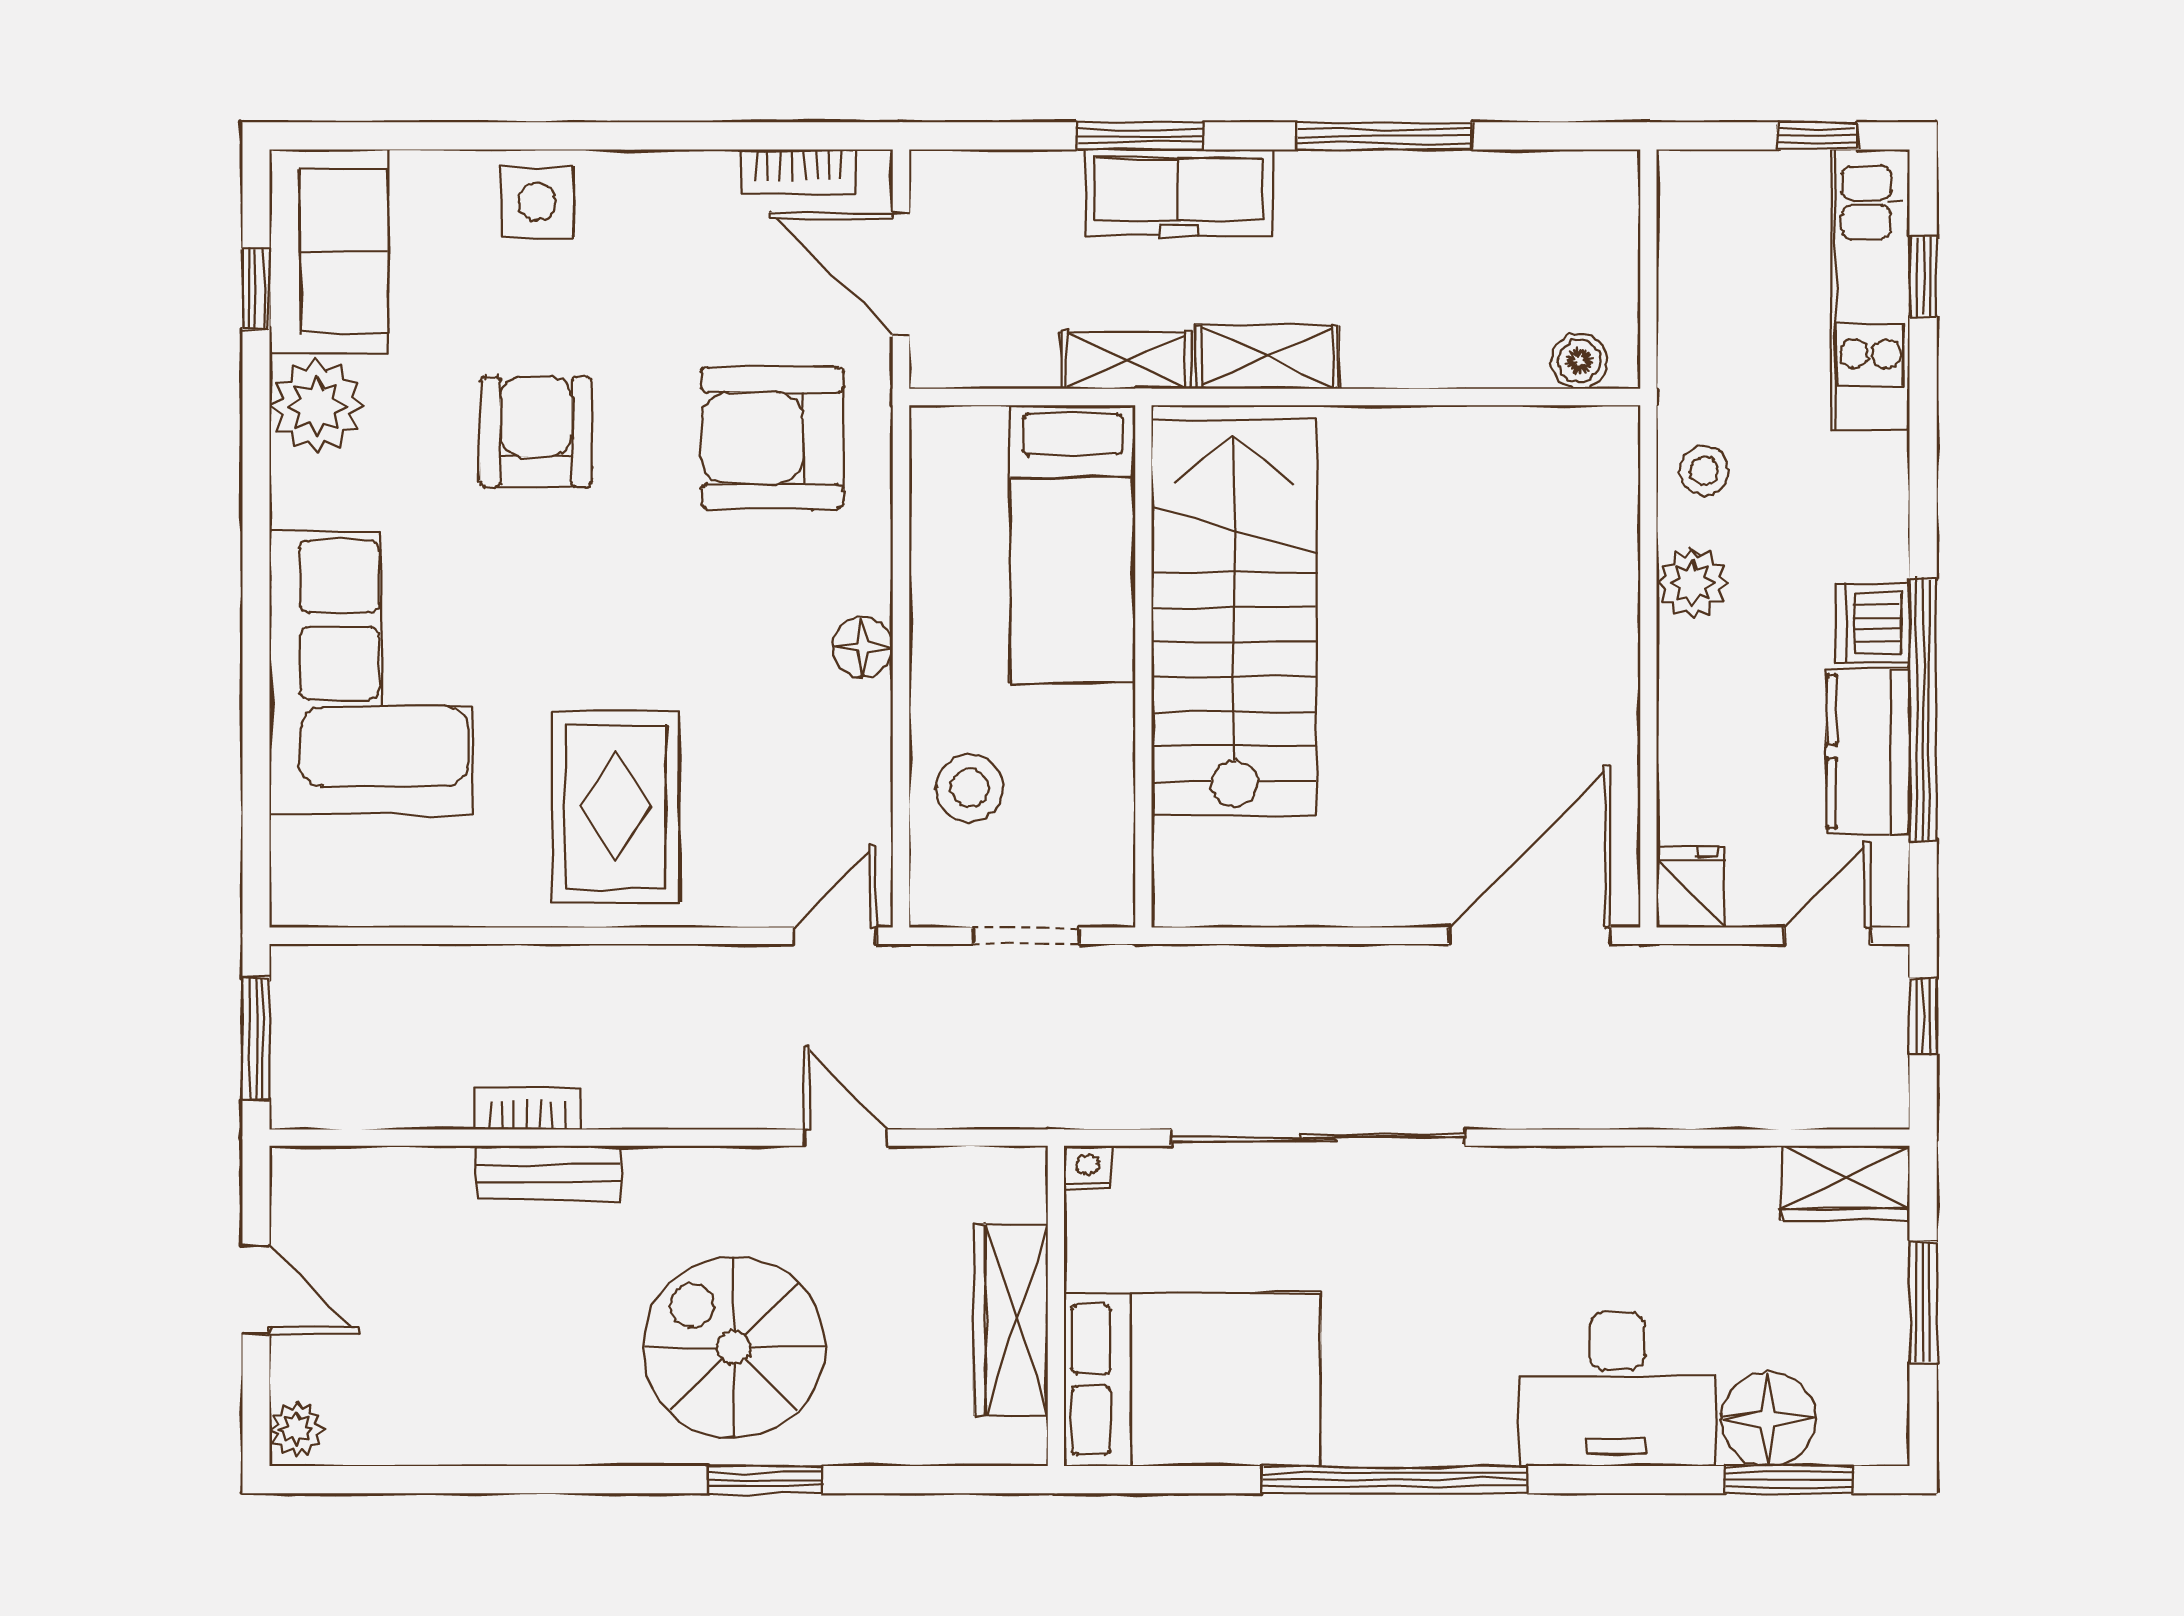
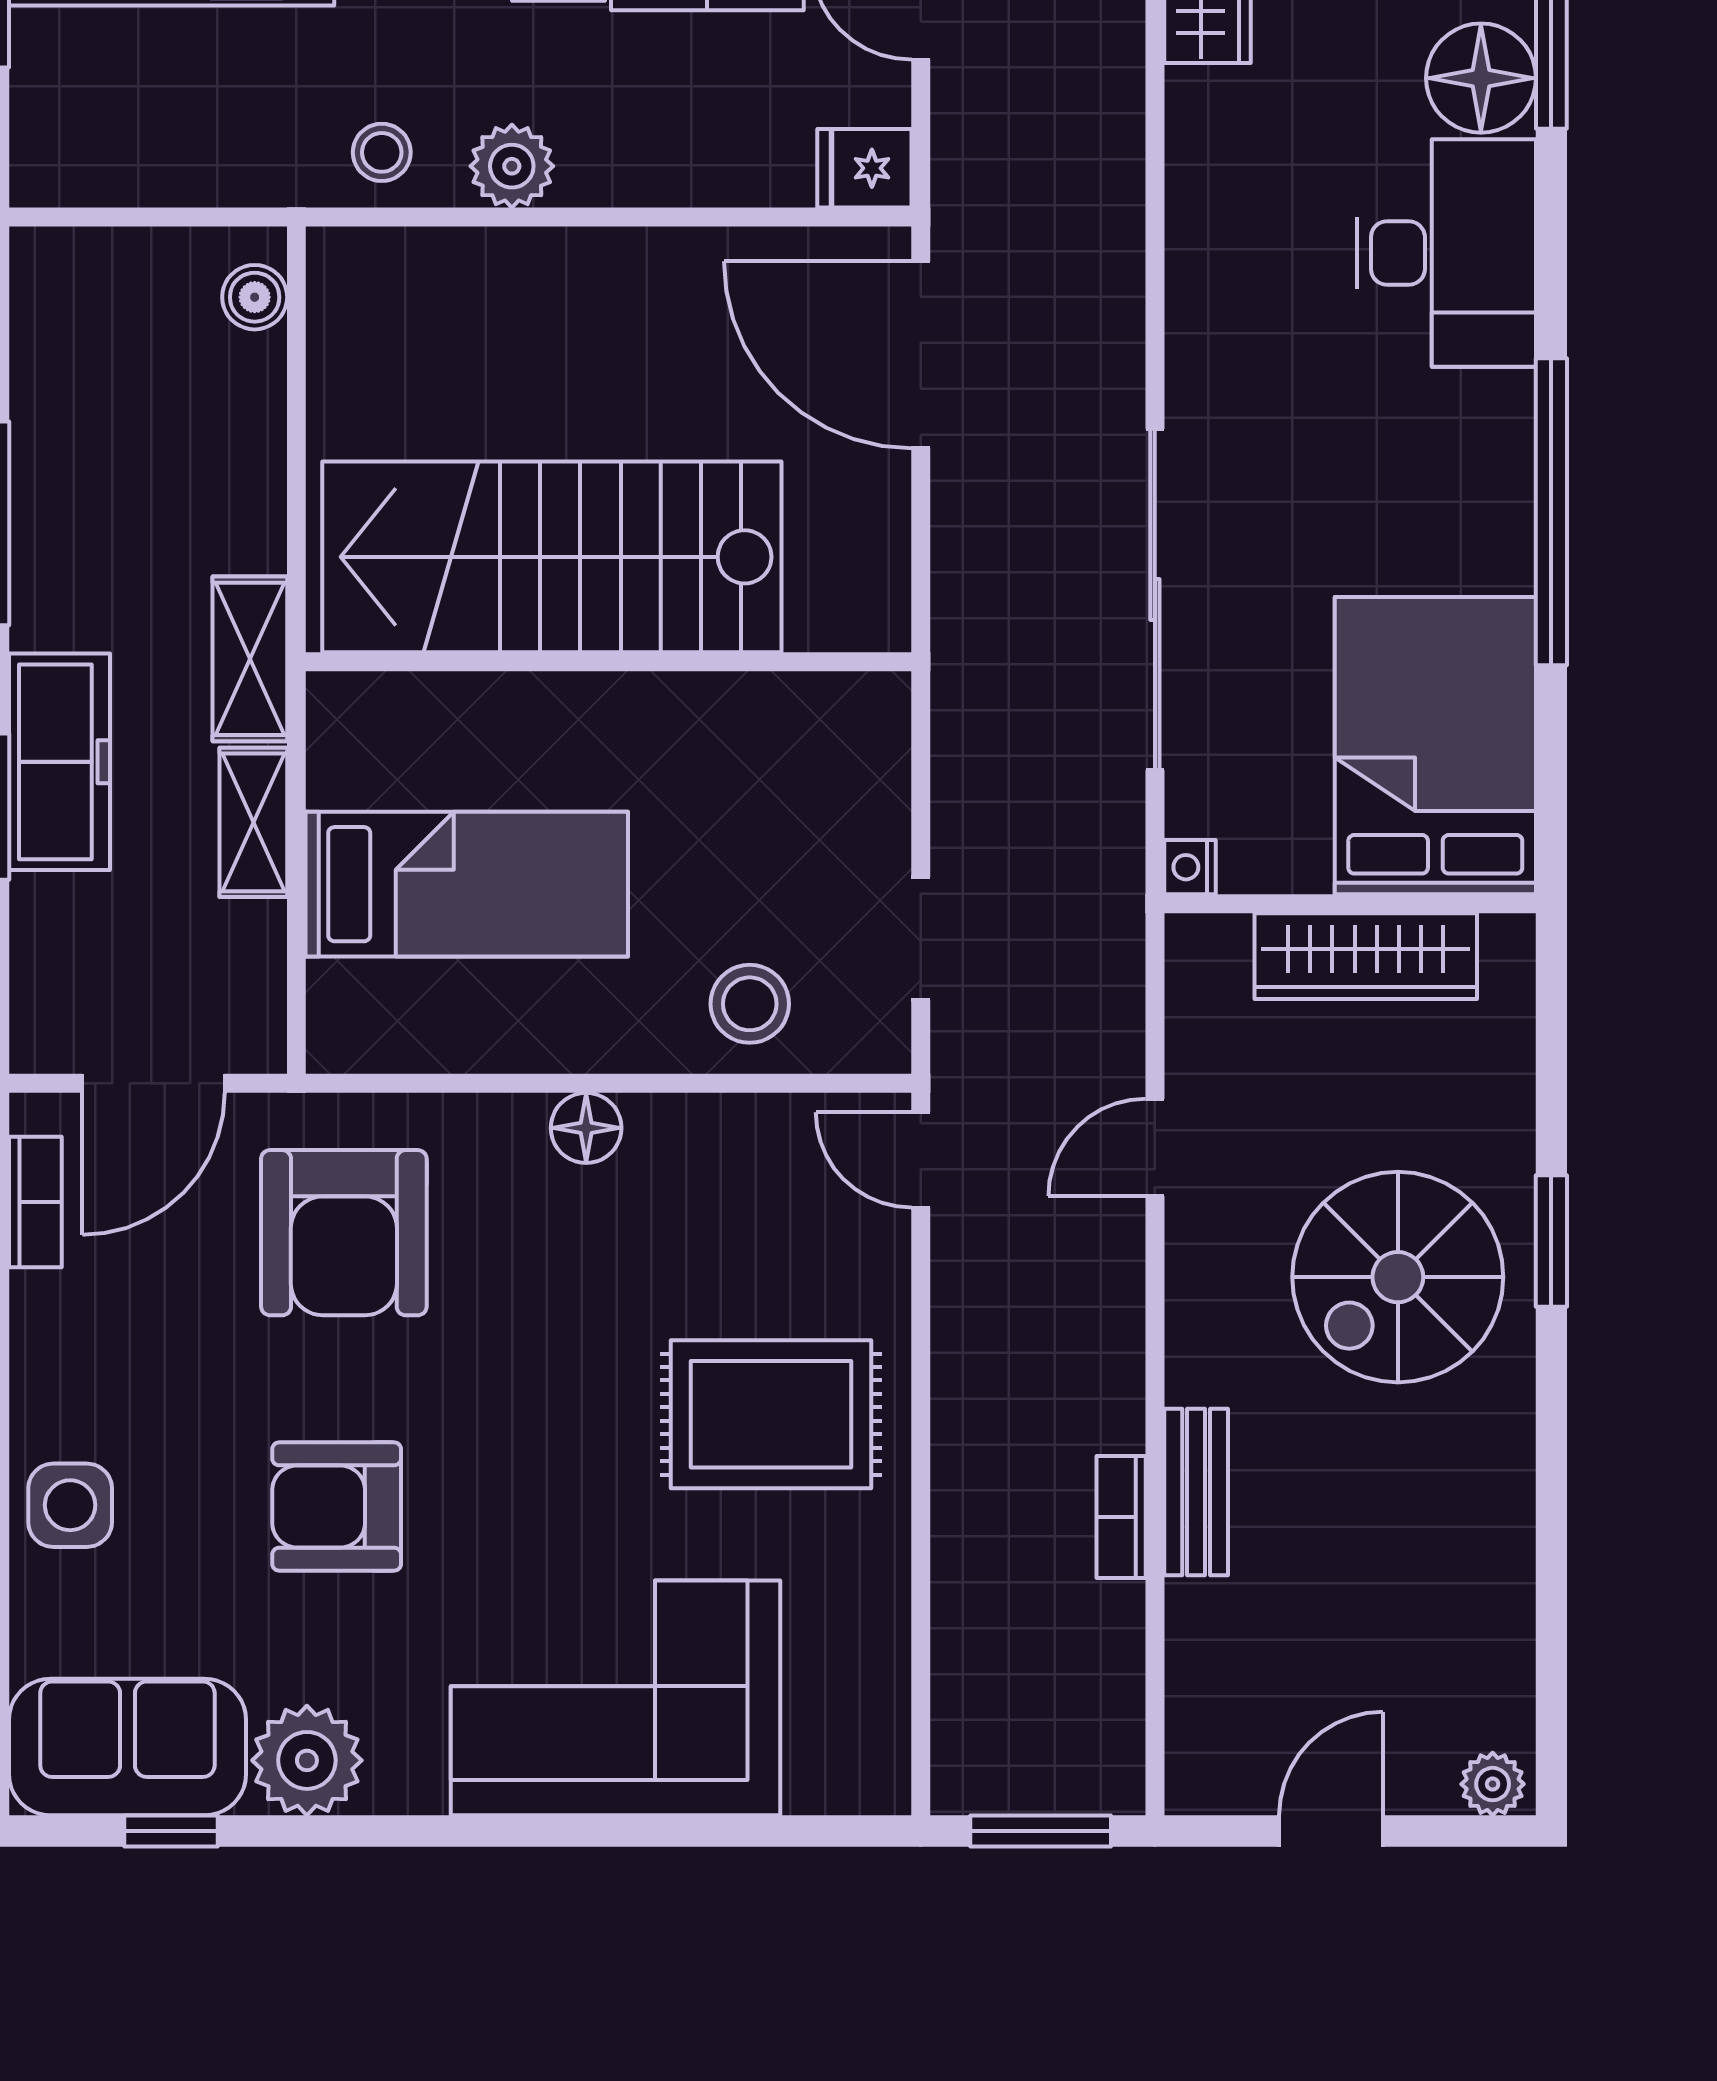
stairs: (1234, 617) -> (552, 557), moved
wall: (1143, 666) -> (609, 662), moved

